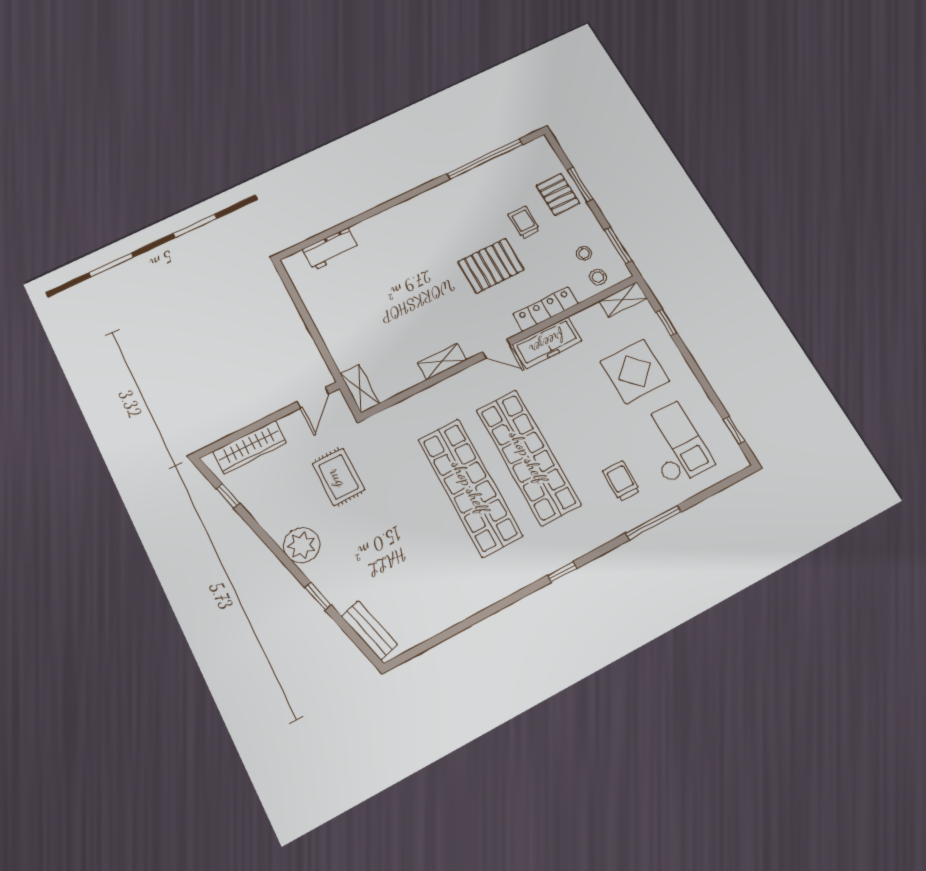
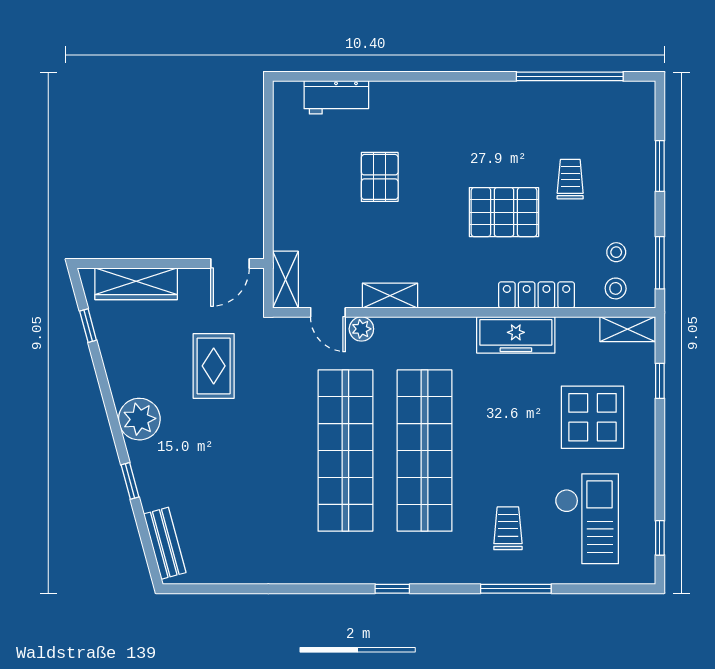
pallet: (558, 194) -> (380, 177), moved
door: (496, 349) -> (328, 312), moved
plant: (434, 395) -> (361, 329), added

